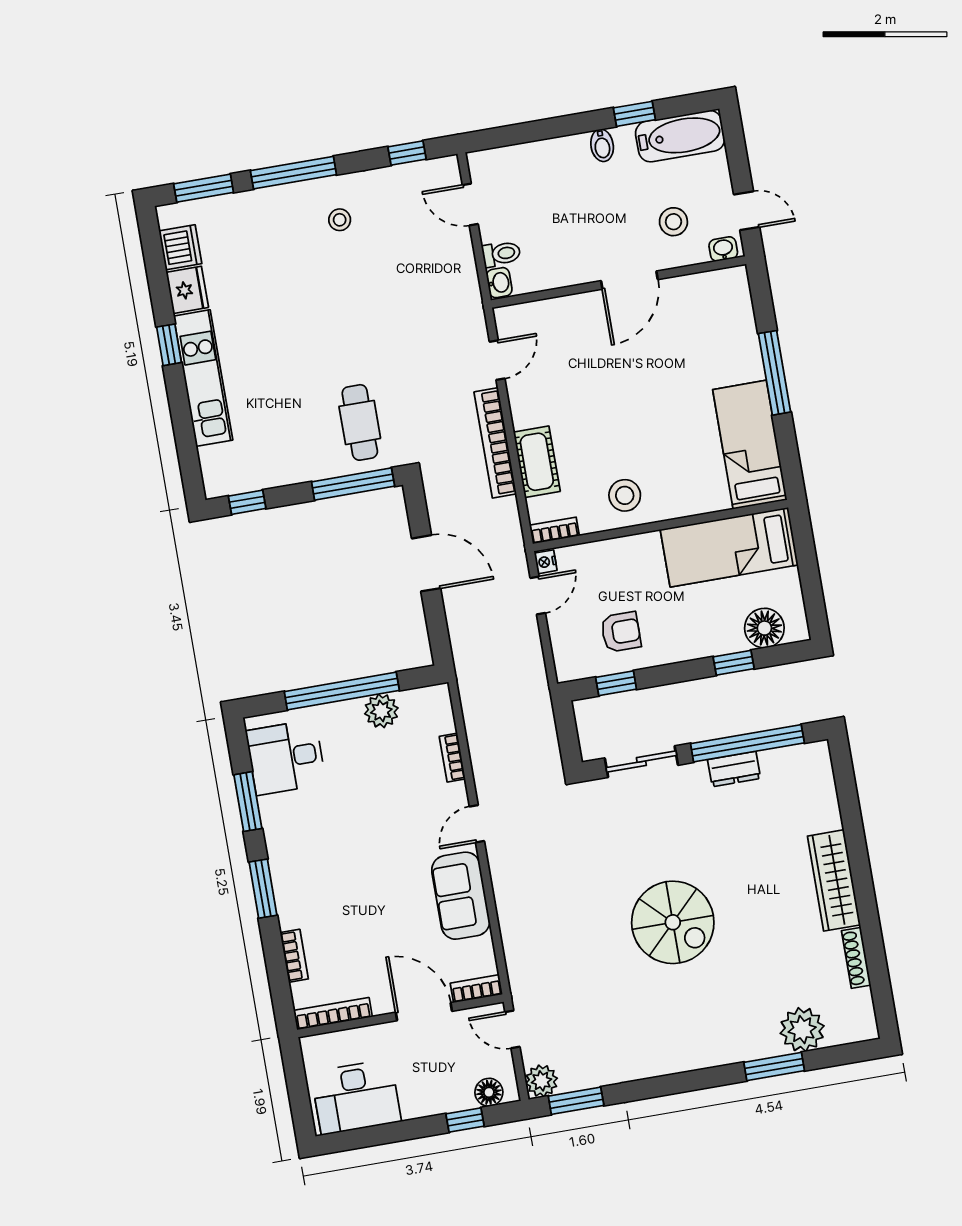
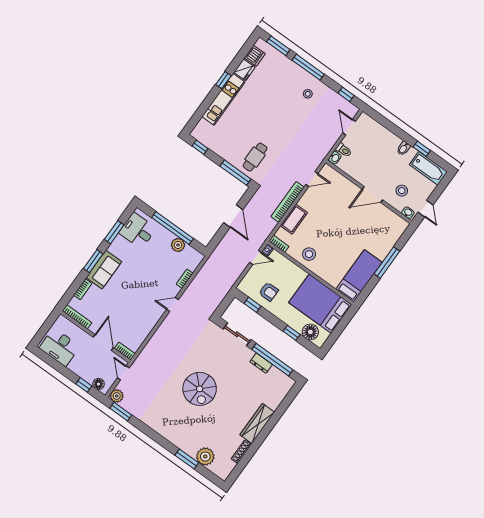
bed: (729, 547) -> (320, 304), width x1.50
sofa: (461, 896) -> (104, 270), moved, turned 180

